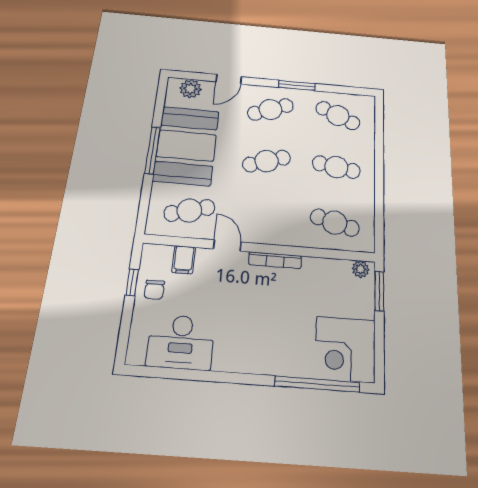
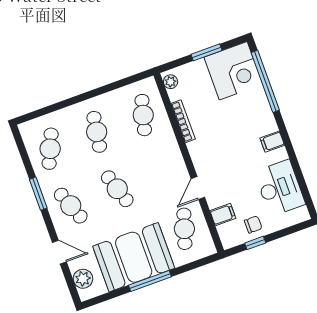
cafe table: (189, 210) -> (184, 229), turned 33
bookcase: (275, 260) -> (183, 121), moved
window: (379, 291) -> (207, 52), moved
filing cabinet: (240, 359) -> (272, 142), added

